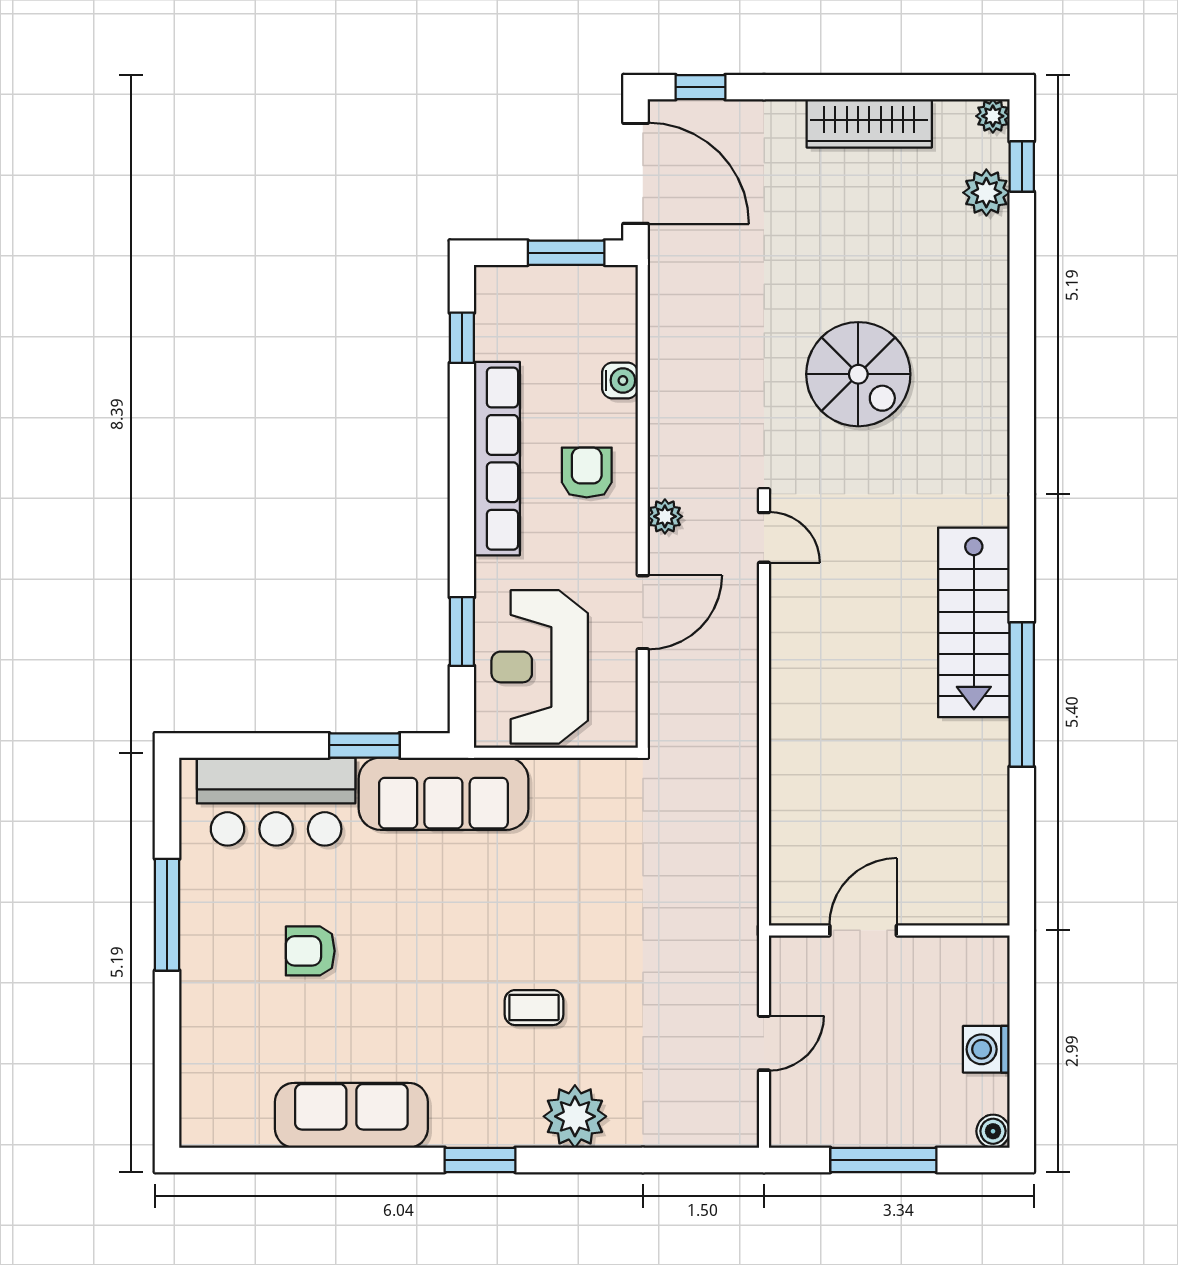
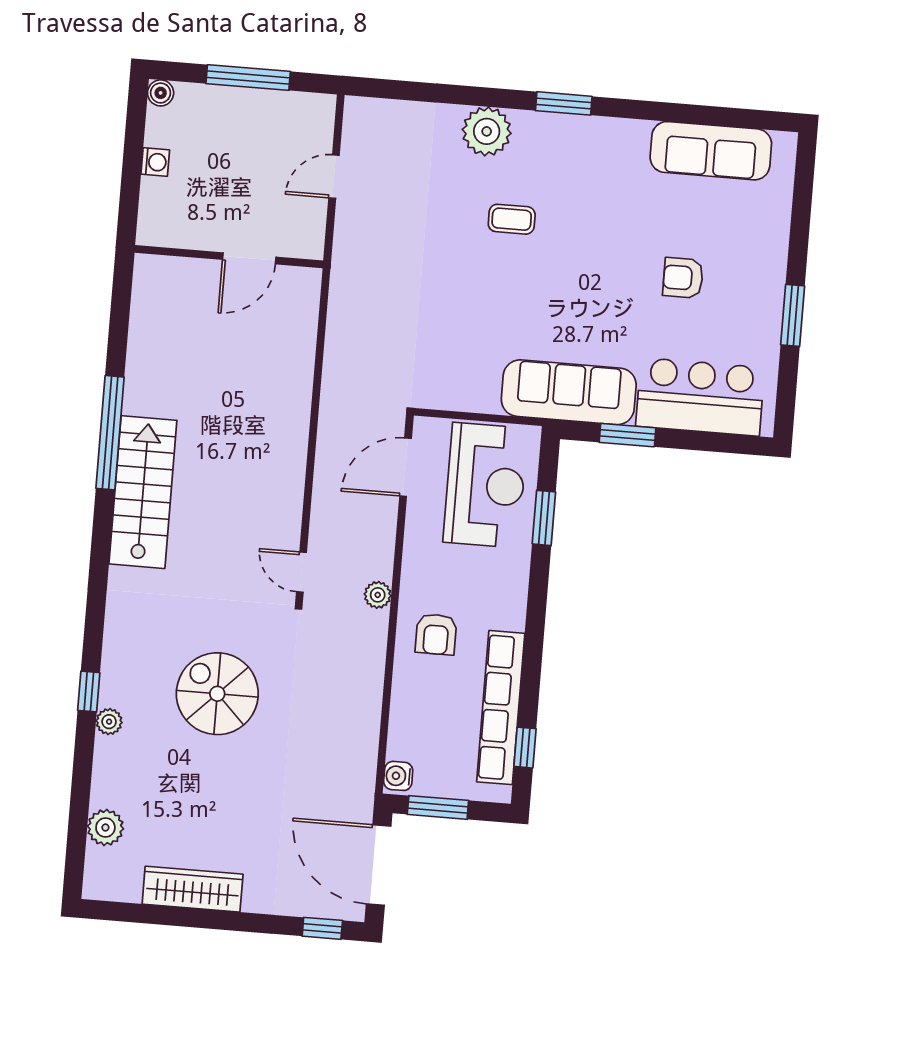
plant: (993, 116) -> (109, 722), moved
window: (1022, 166) -> (89, 692), moved
water cooler: (620, 380) -> (398, 776), moved
row of seats: (497, 459) -> (501, 708), moved
door: (643, 612) -> (406, 467), moved
window: (167, 915) -> (793, 315), width x0.69
armchair: (310, 951) -> (683, 278), turned 180
washing machine: (986, 1049) -> (155, 162), width x0.73, depth x0.73
sofa: (351, 1115) -> (711, 151), moved

